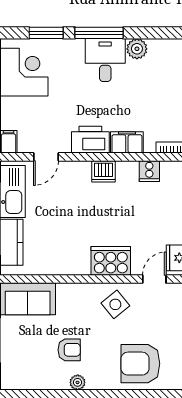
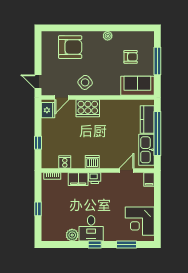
window: (99, 33) -> (95, 245), width x0.46
printer: (90, 140) -> (95, 178), width x0.53, depth x0.68
armchair: (69, 350) -> (131, 57), moved, turned 180

